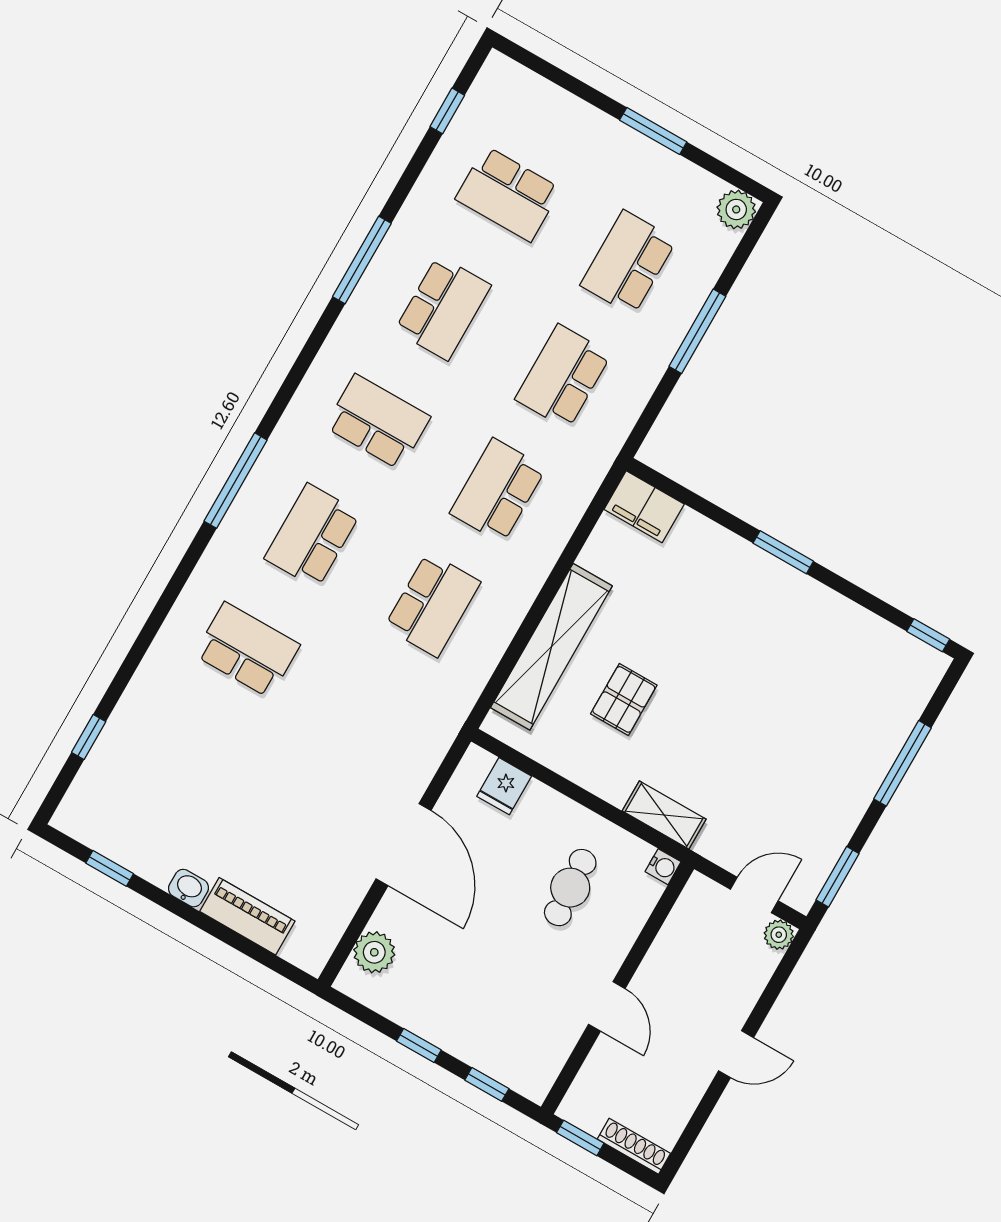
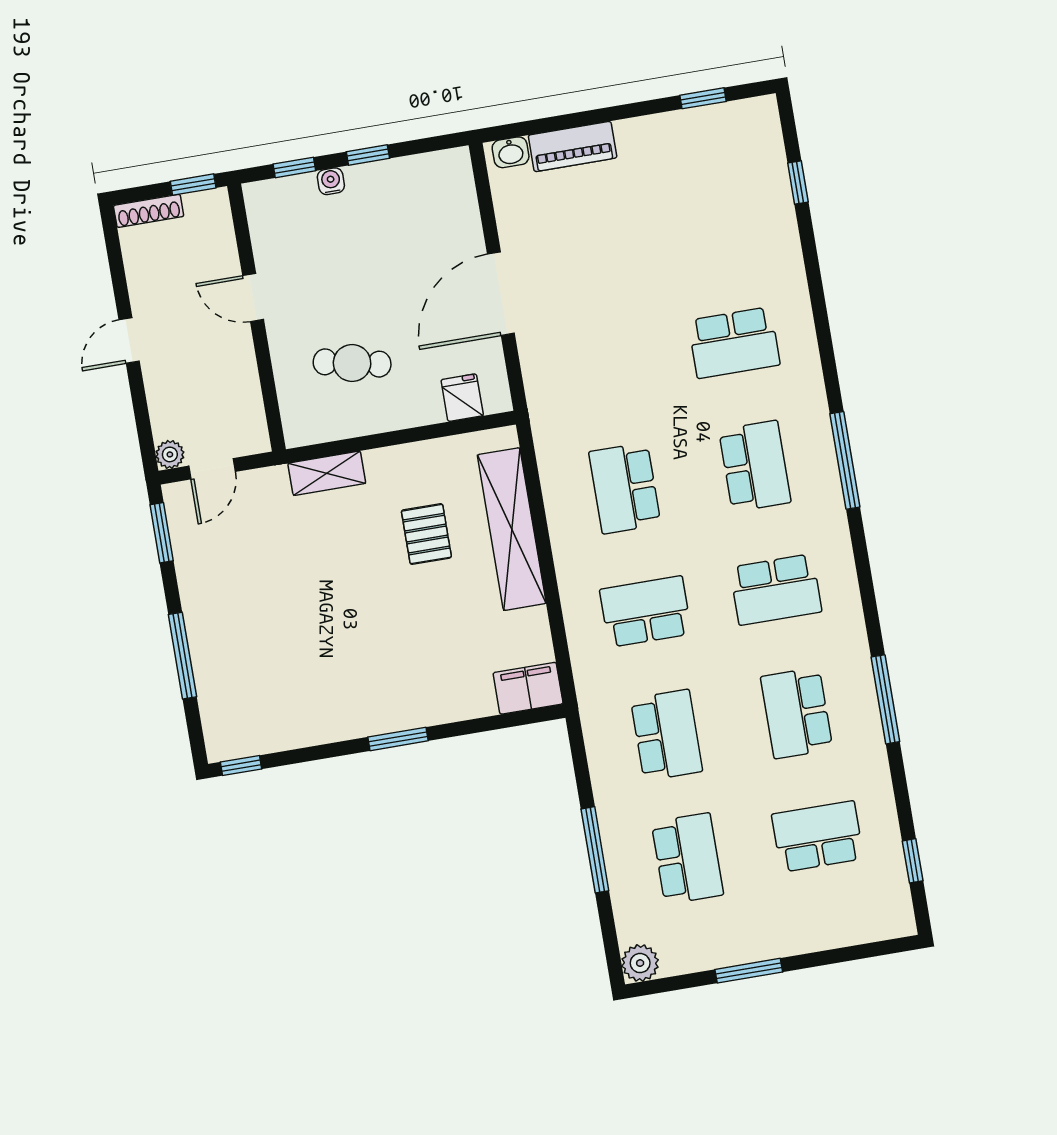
school desk: (498, 491) -> (646, 612), turned -90
door: (403, 845) -> (501, 294), hinge flipped
water cooler: (663, 867) -> (331, 181), moved, turned 90
washbasin: (188, 888) -> (511, 152), moved
cafe table: (570, 888) -> (352, 363), turned -74
plant: (374, 952) -> (457, 197), removed

